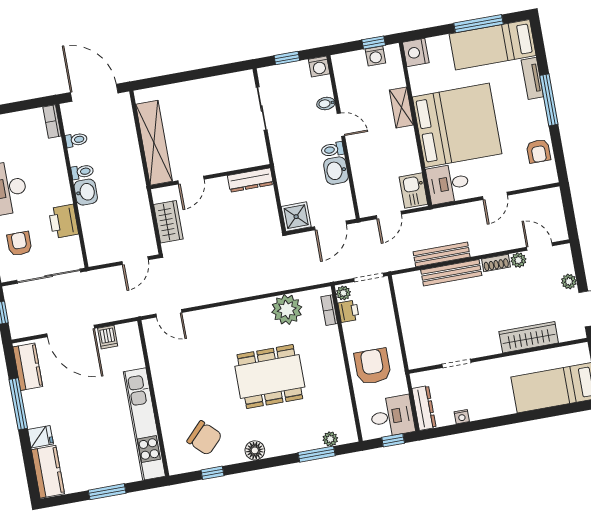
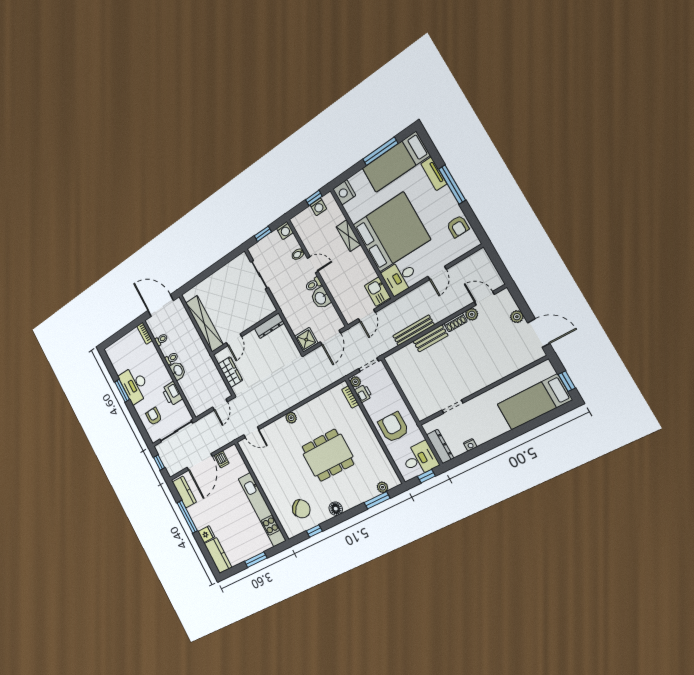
bench: (451, 273) -> (430, 338), width x0.73
plant: (287, 310) -> (291, 418), moved, width x0.53, depth x0.53
door: (71, 331) -> (200, 462), hinge flipped
wardrobe: (529, 337) -> (500, 370), removed

